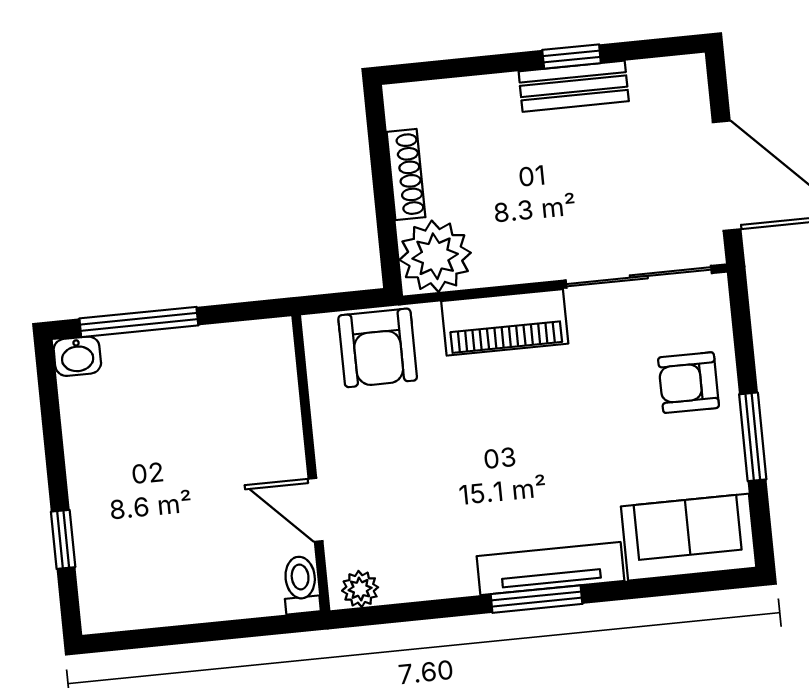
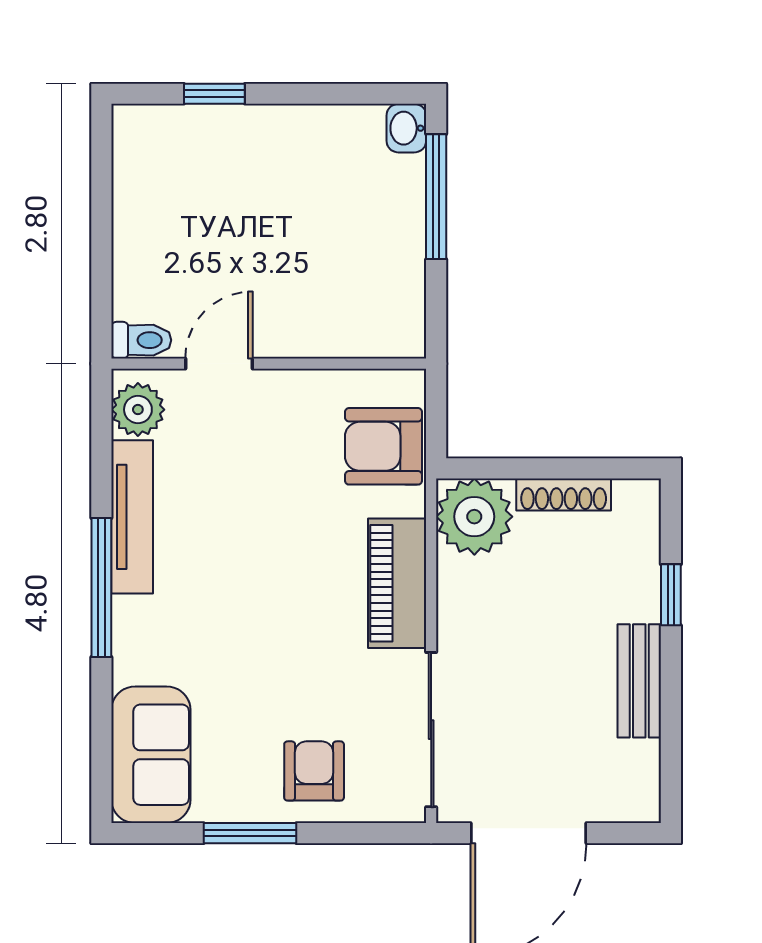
window: (572, 57) -> (671, 595), moved
tv unit: (551, 569) -> (132, 517), moved
plant: (360, 589) -> (138, 410), width x1.38, depth x1.38
window: (536, 599) -> (101, 588), width x1.44

